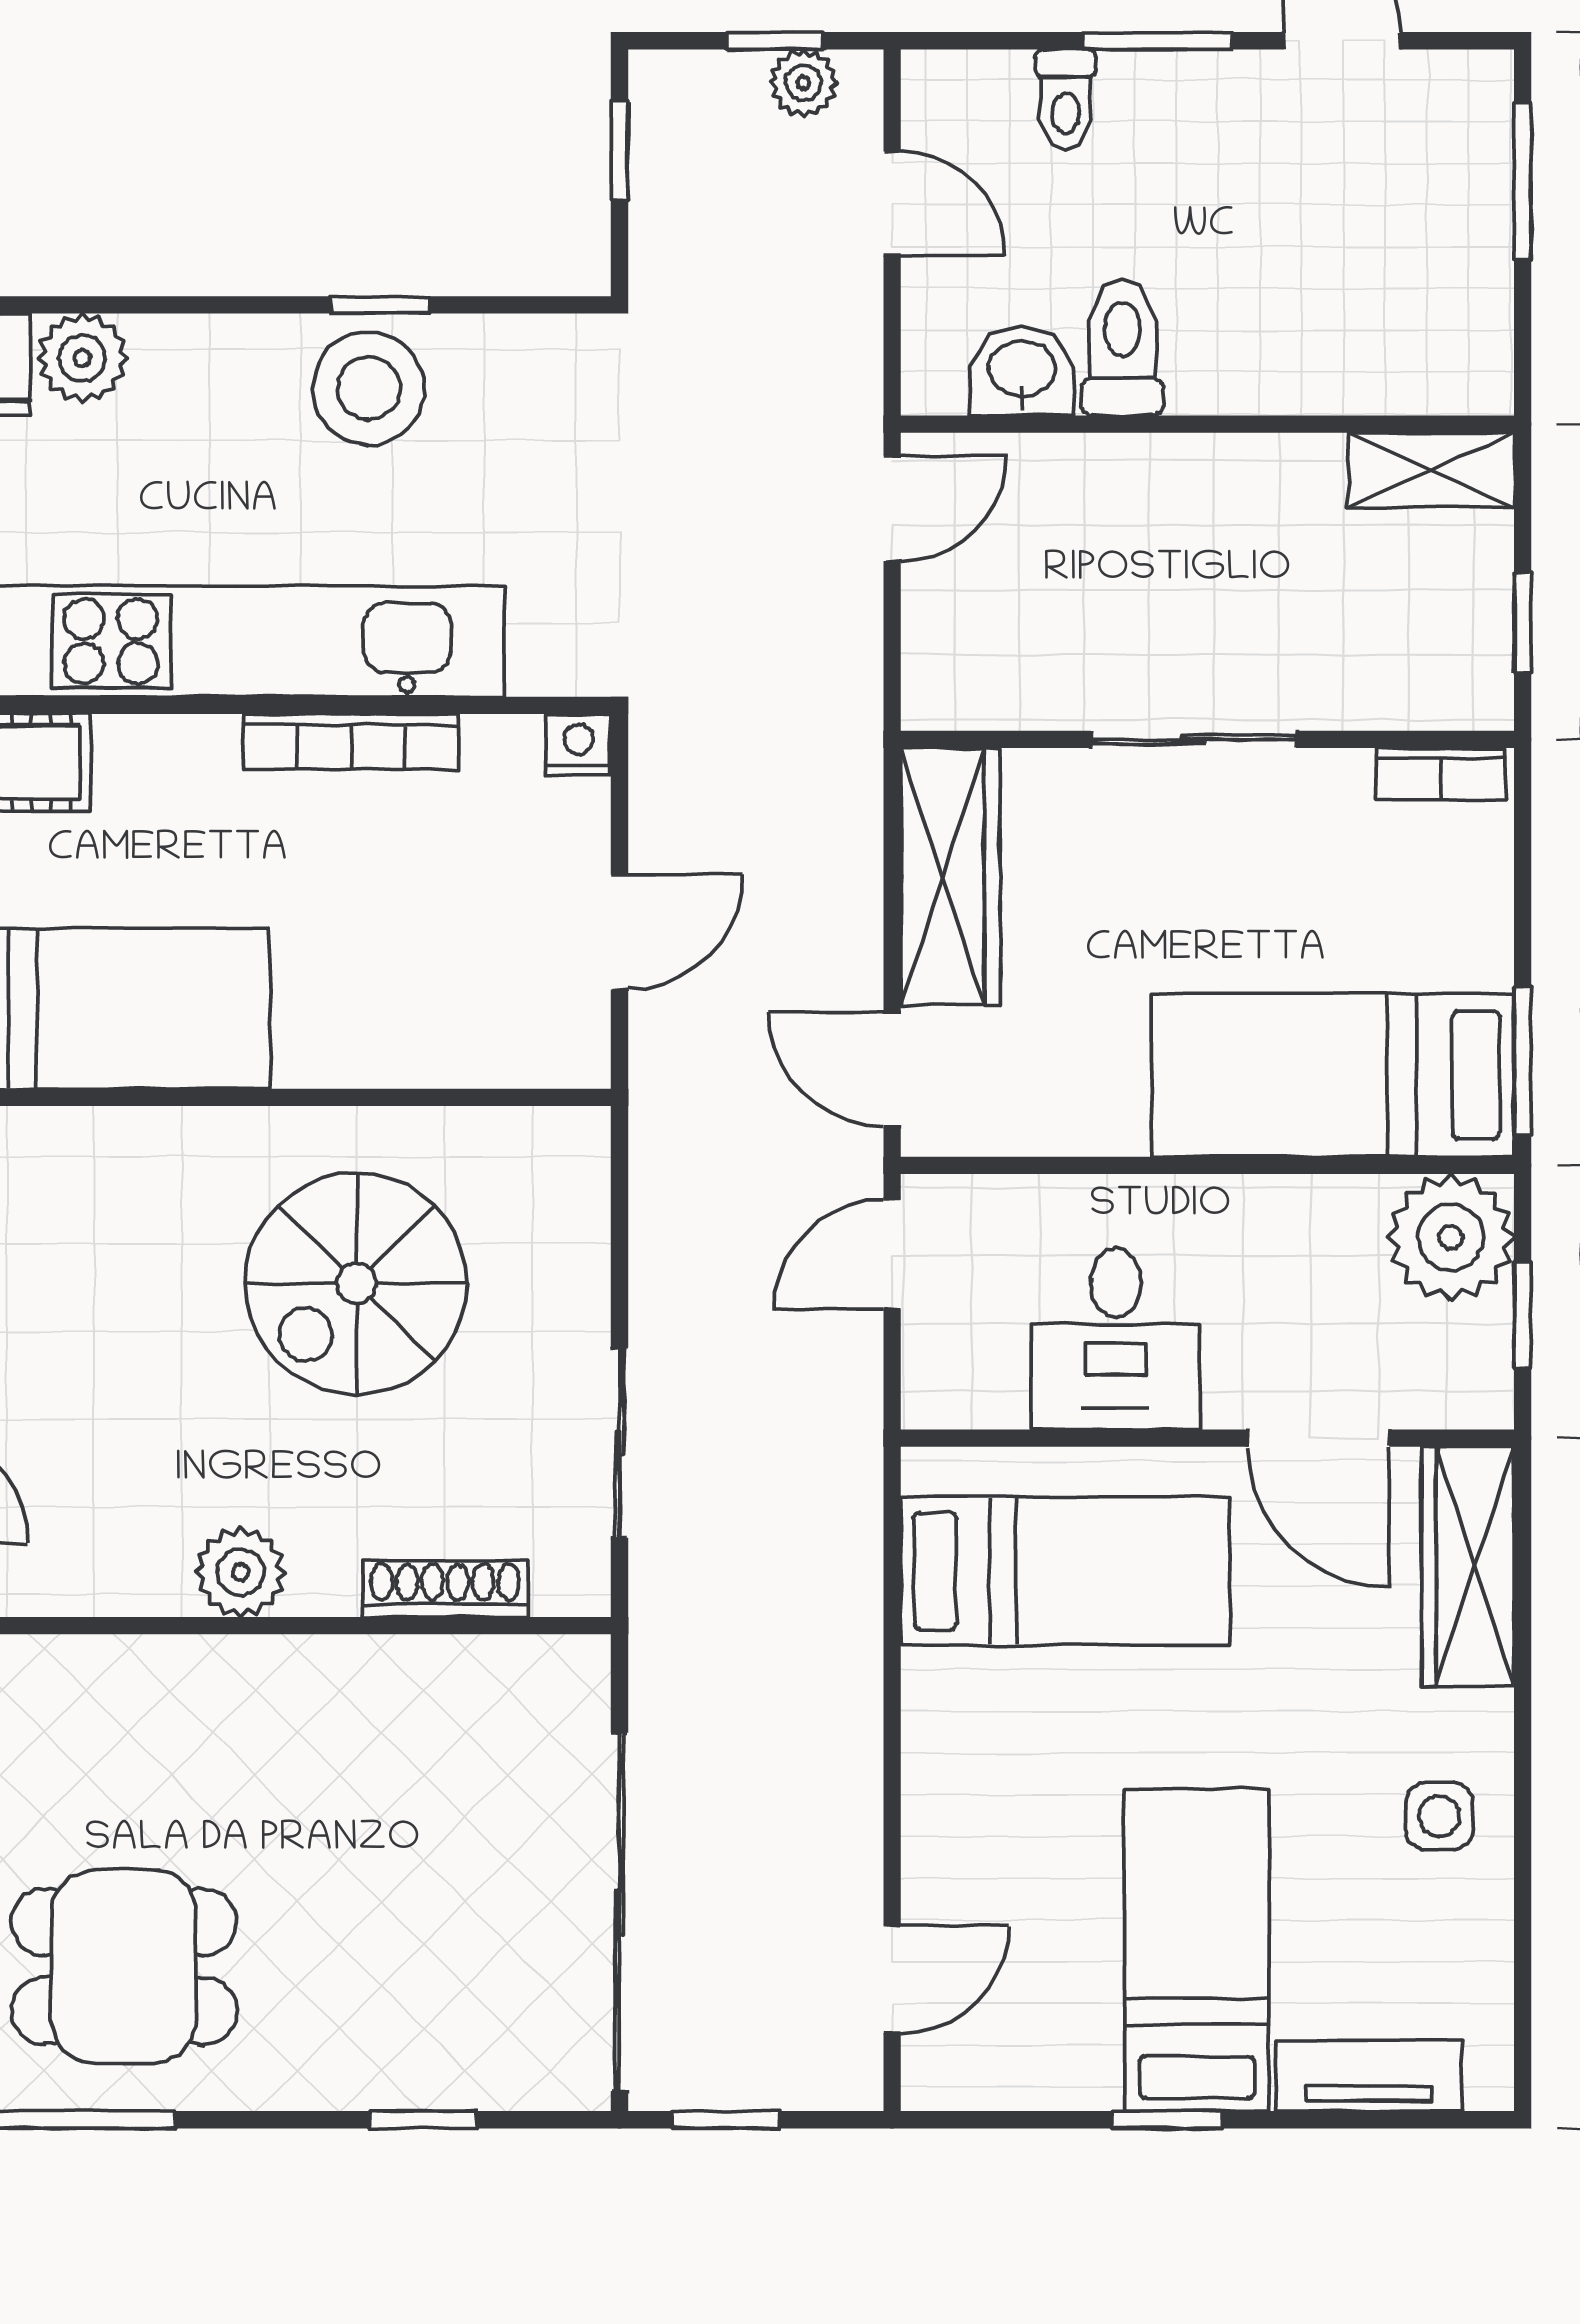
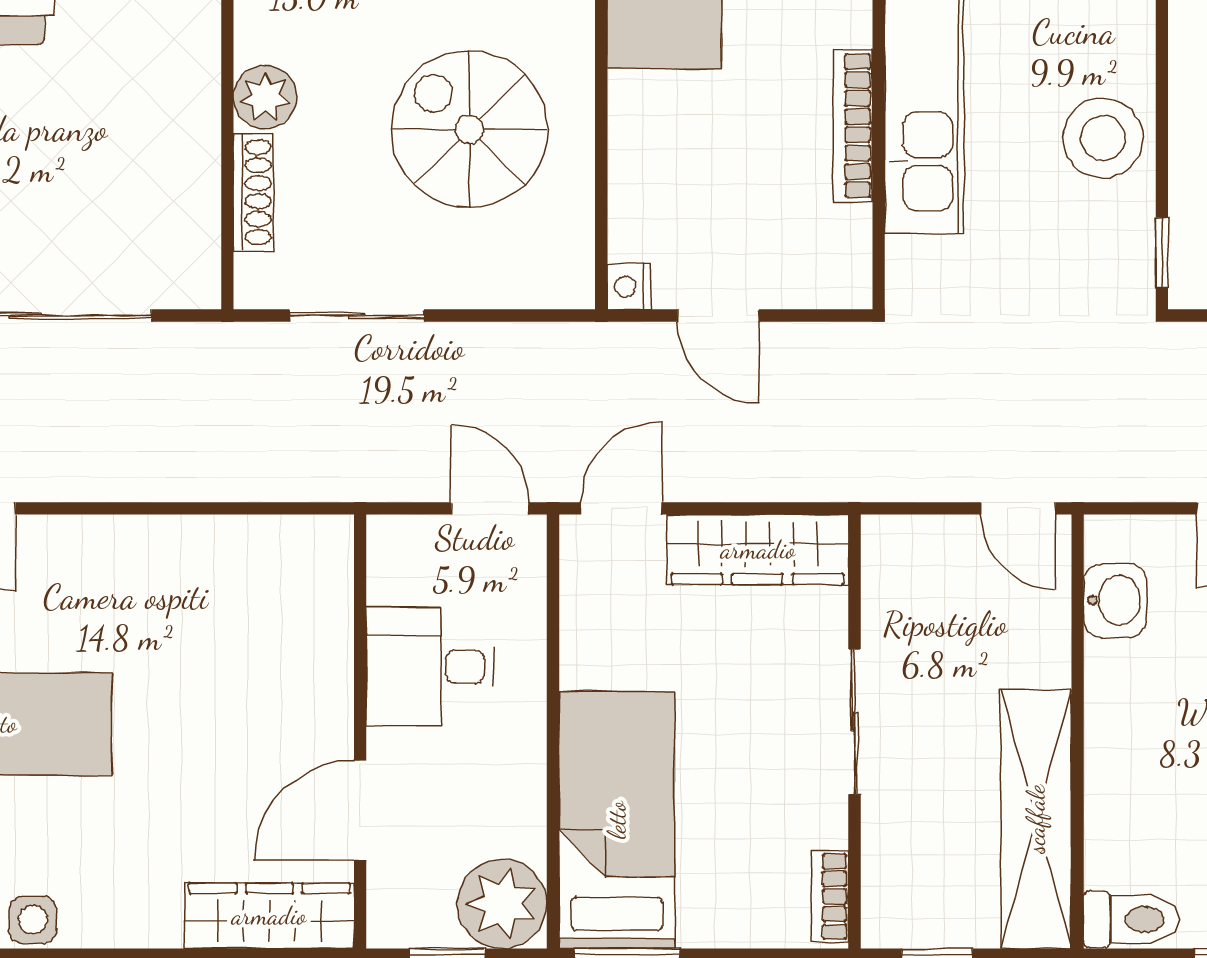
window: (380, 305) -> (1162, 253), moved
toilet: (1122, 348) -> (1131, 919), moved
shelving: (1431, 470) -> (1036, 819), width x2.20, depth x1.33
nightstand: (579, 744) -> (629, 287), moved, turned 180
bed: (1065, 1571) -> (266, 631), removed
plant: (241, 1572) -> (265, 97), moved
side table: (1439, 1816) -> (33, 920), moved

